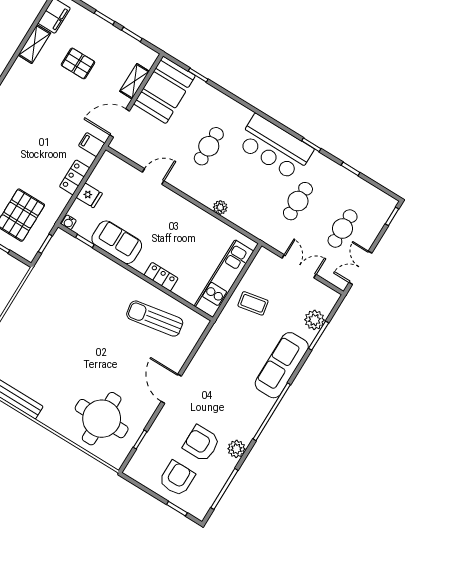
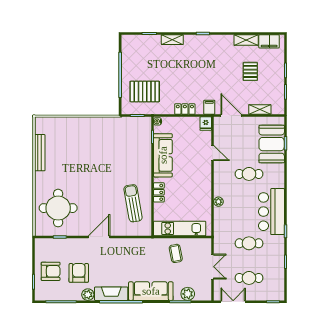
booth: (164, 90) -> (272, 144), moved, turned 90
fridge: (89, 195) -> (206, 124), moved
sofa: (117, 242) -> (163, 155), width x1.36
fireplace: (254, 418) -> (111, 294), added

